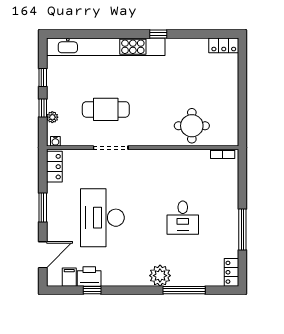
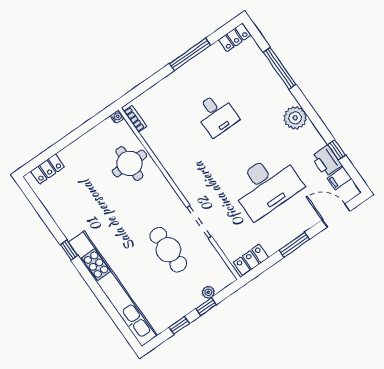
locker: (224, 45) -> (48, 169), moved, turned 90
water cooler: (55, 141) -> (117, 117), moved
desk: (183, 218) -> (216, 115), turned 90
plant: (160, 276) -> (295, 118), moved

